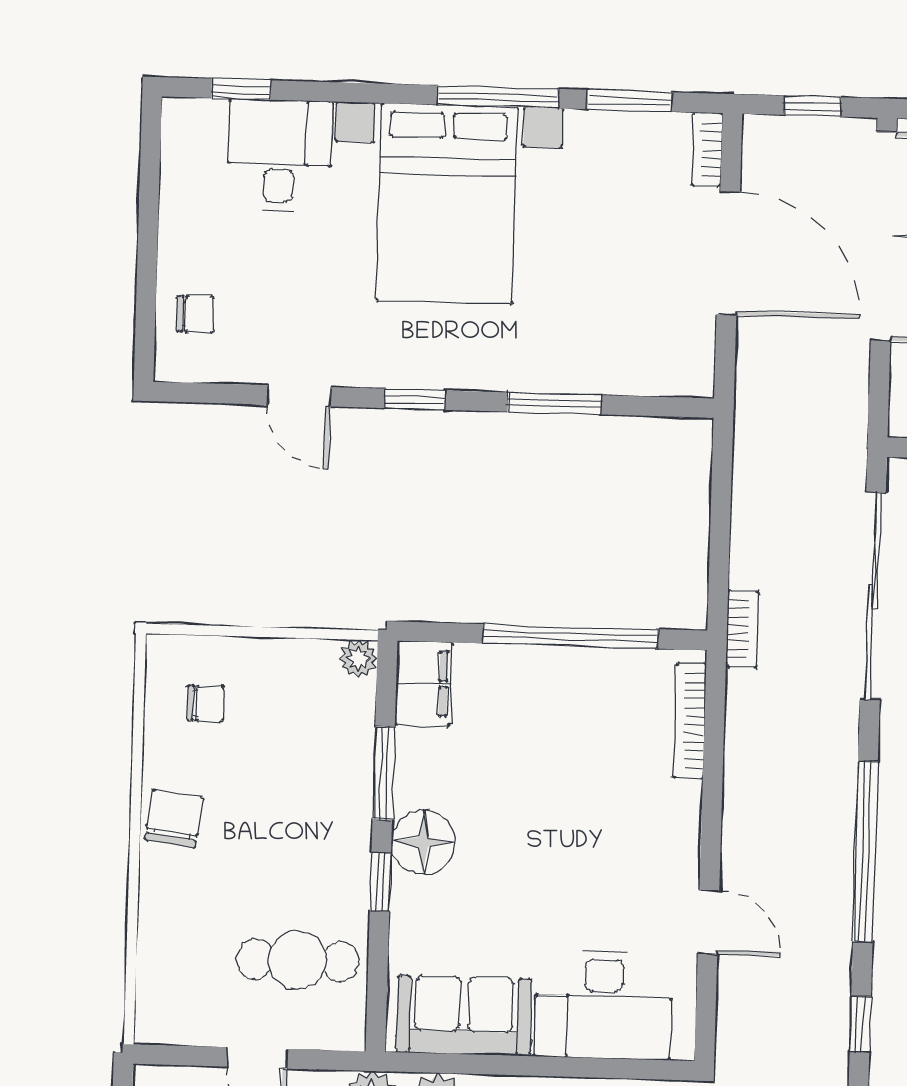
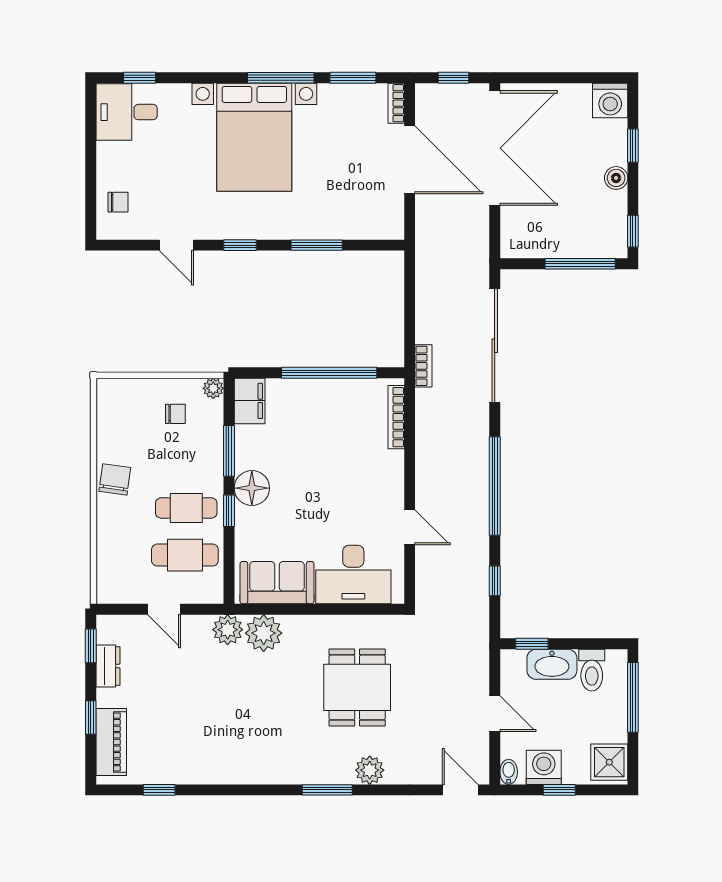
desk: (279, 156) -> (127, 112), moved, turned -90
chair: (206, 703) -> (175, 414), moved
cafe table: (303, 875) -> (186, 508), added

